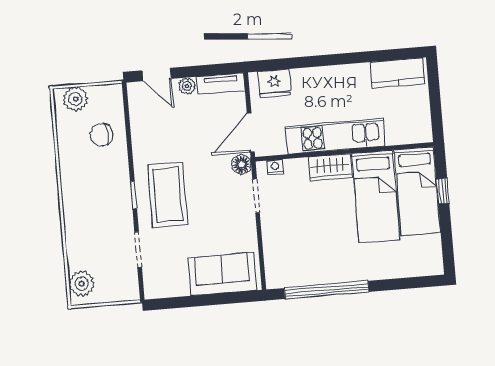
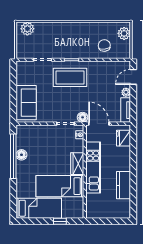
kitchen counter: (397, 73) -> (123, 185), moved
bed: (417, 191) -> (39, 208), moved, turned 180
floor lamp: (322, 275) -> (21, 155), added

